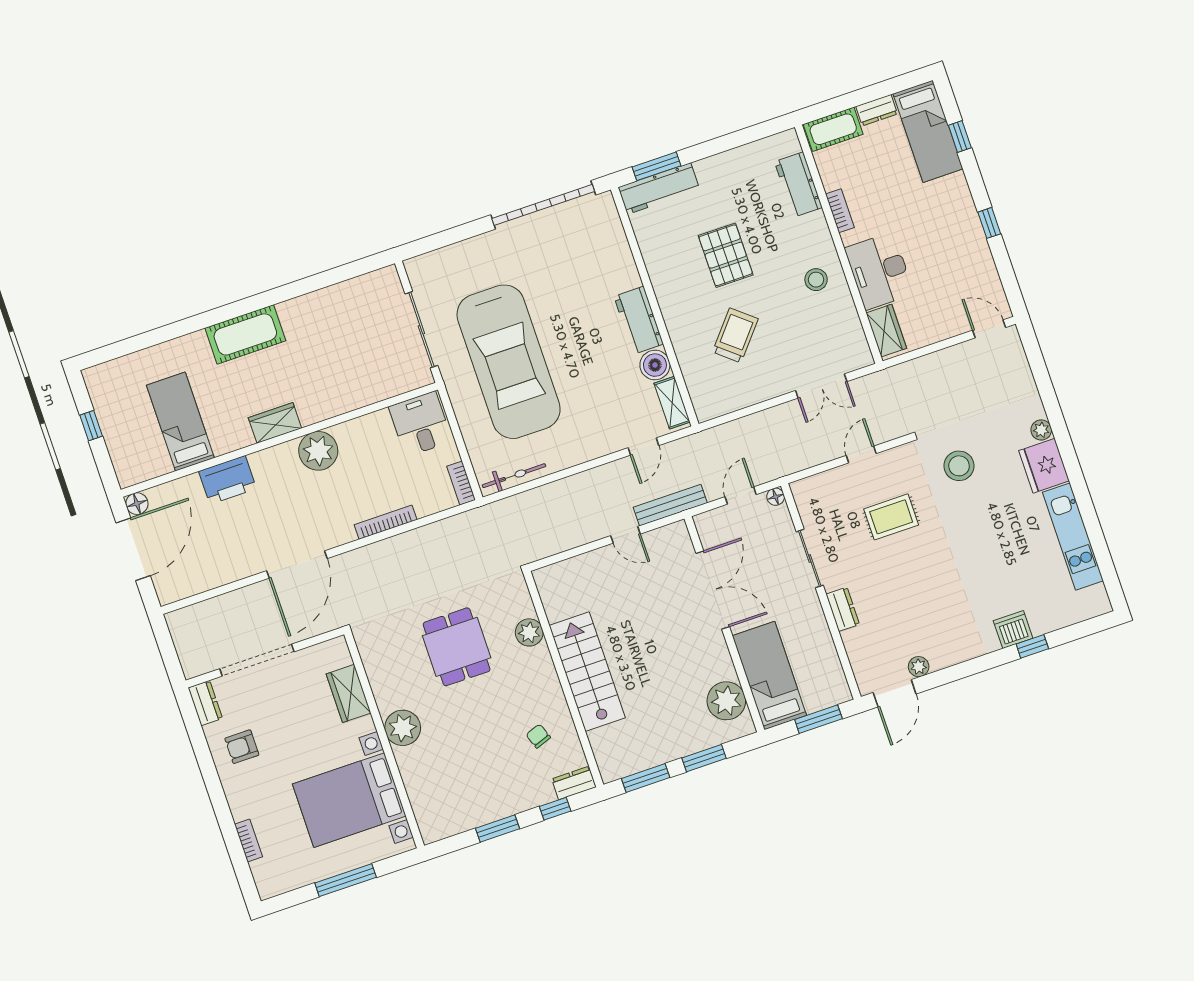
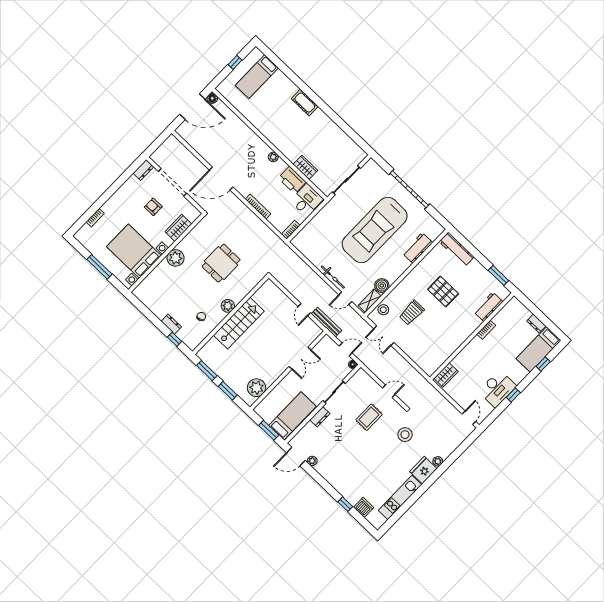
cot: (833, 129) -> (519, 309), removed
window: (656, 166) -> (498, 275), moved
garage door: (543, 205) -> (409, 189), moved
pallet: (726, 255) -> (443, 291), turned 90
desk: (879, 271) -> (497, 389), moved, turned 180
stool: (816, 280) -> (383, 310), moved
workbench: (639, 320) -> (418, 248), moved
cot: (245, 334) -> (305, 102), width x0.73, depth x0.75
trolley: (735, 335) -> (412, 313), turned 140
car: (509, 362) -> (375, 230), moved
double door: (821, 386) -> (384, 336), moved
bed: (180, 422) -> (257, 77), moved, turned 180
wardrobe: (275, 423) -> (305, 167), moved
plant: (318, 451) -> (273, 157), width x0.53, depth x0.53
bicycle: (514, 476) -> (333, 277), moved
printer: (227, 480) -> (292, 180), moved
rug: (891, 517) -> (369, 417), turned 90
double door: (713, 590) -> (300, 358), width x0.73
dishwasher: (1013, 630) -> (364, 507), moved
plant: (529, 632) -> (228, 306), moved
bed: (769, 676) -> (293, 416), moved
armchair: (242, 747) -> (153, 207), moved
dresser: (574, 783) -> (171, 324), moved
window: (497, 828) -> (154, 319), removed

